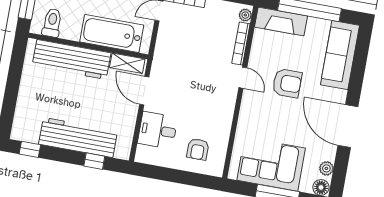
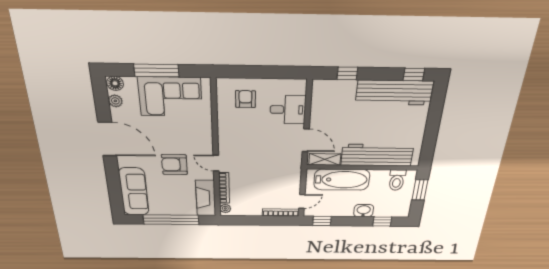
fireplace: (281, 21) -> (206, 198), moved, turned -90
workbench: (78, 137) -> (394, 93), moved

